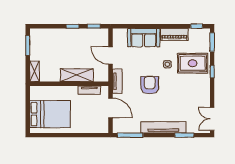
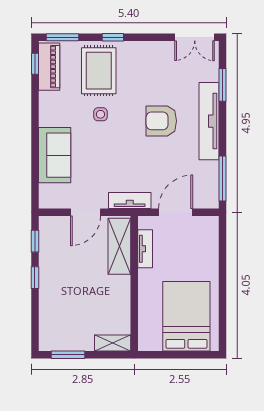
piano: (174, 34) -> (49, 67), moved
shelving: (77, 75) -> (119, 246), moved
armchair: (150, 85) -> (161, 121), moved

